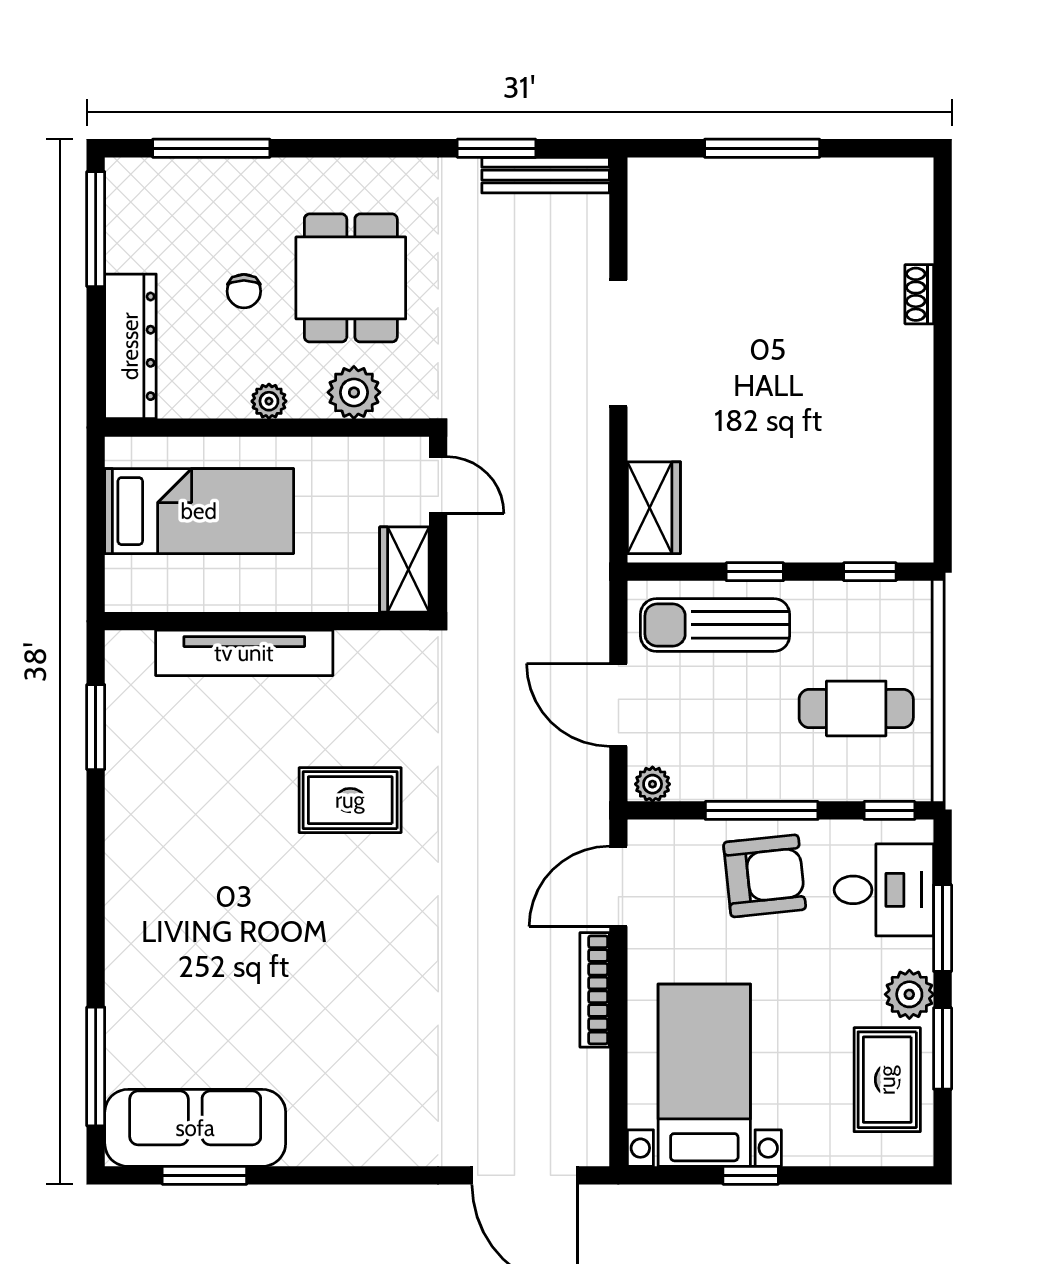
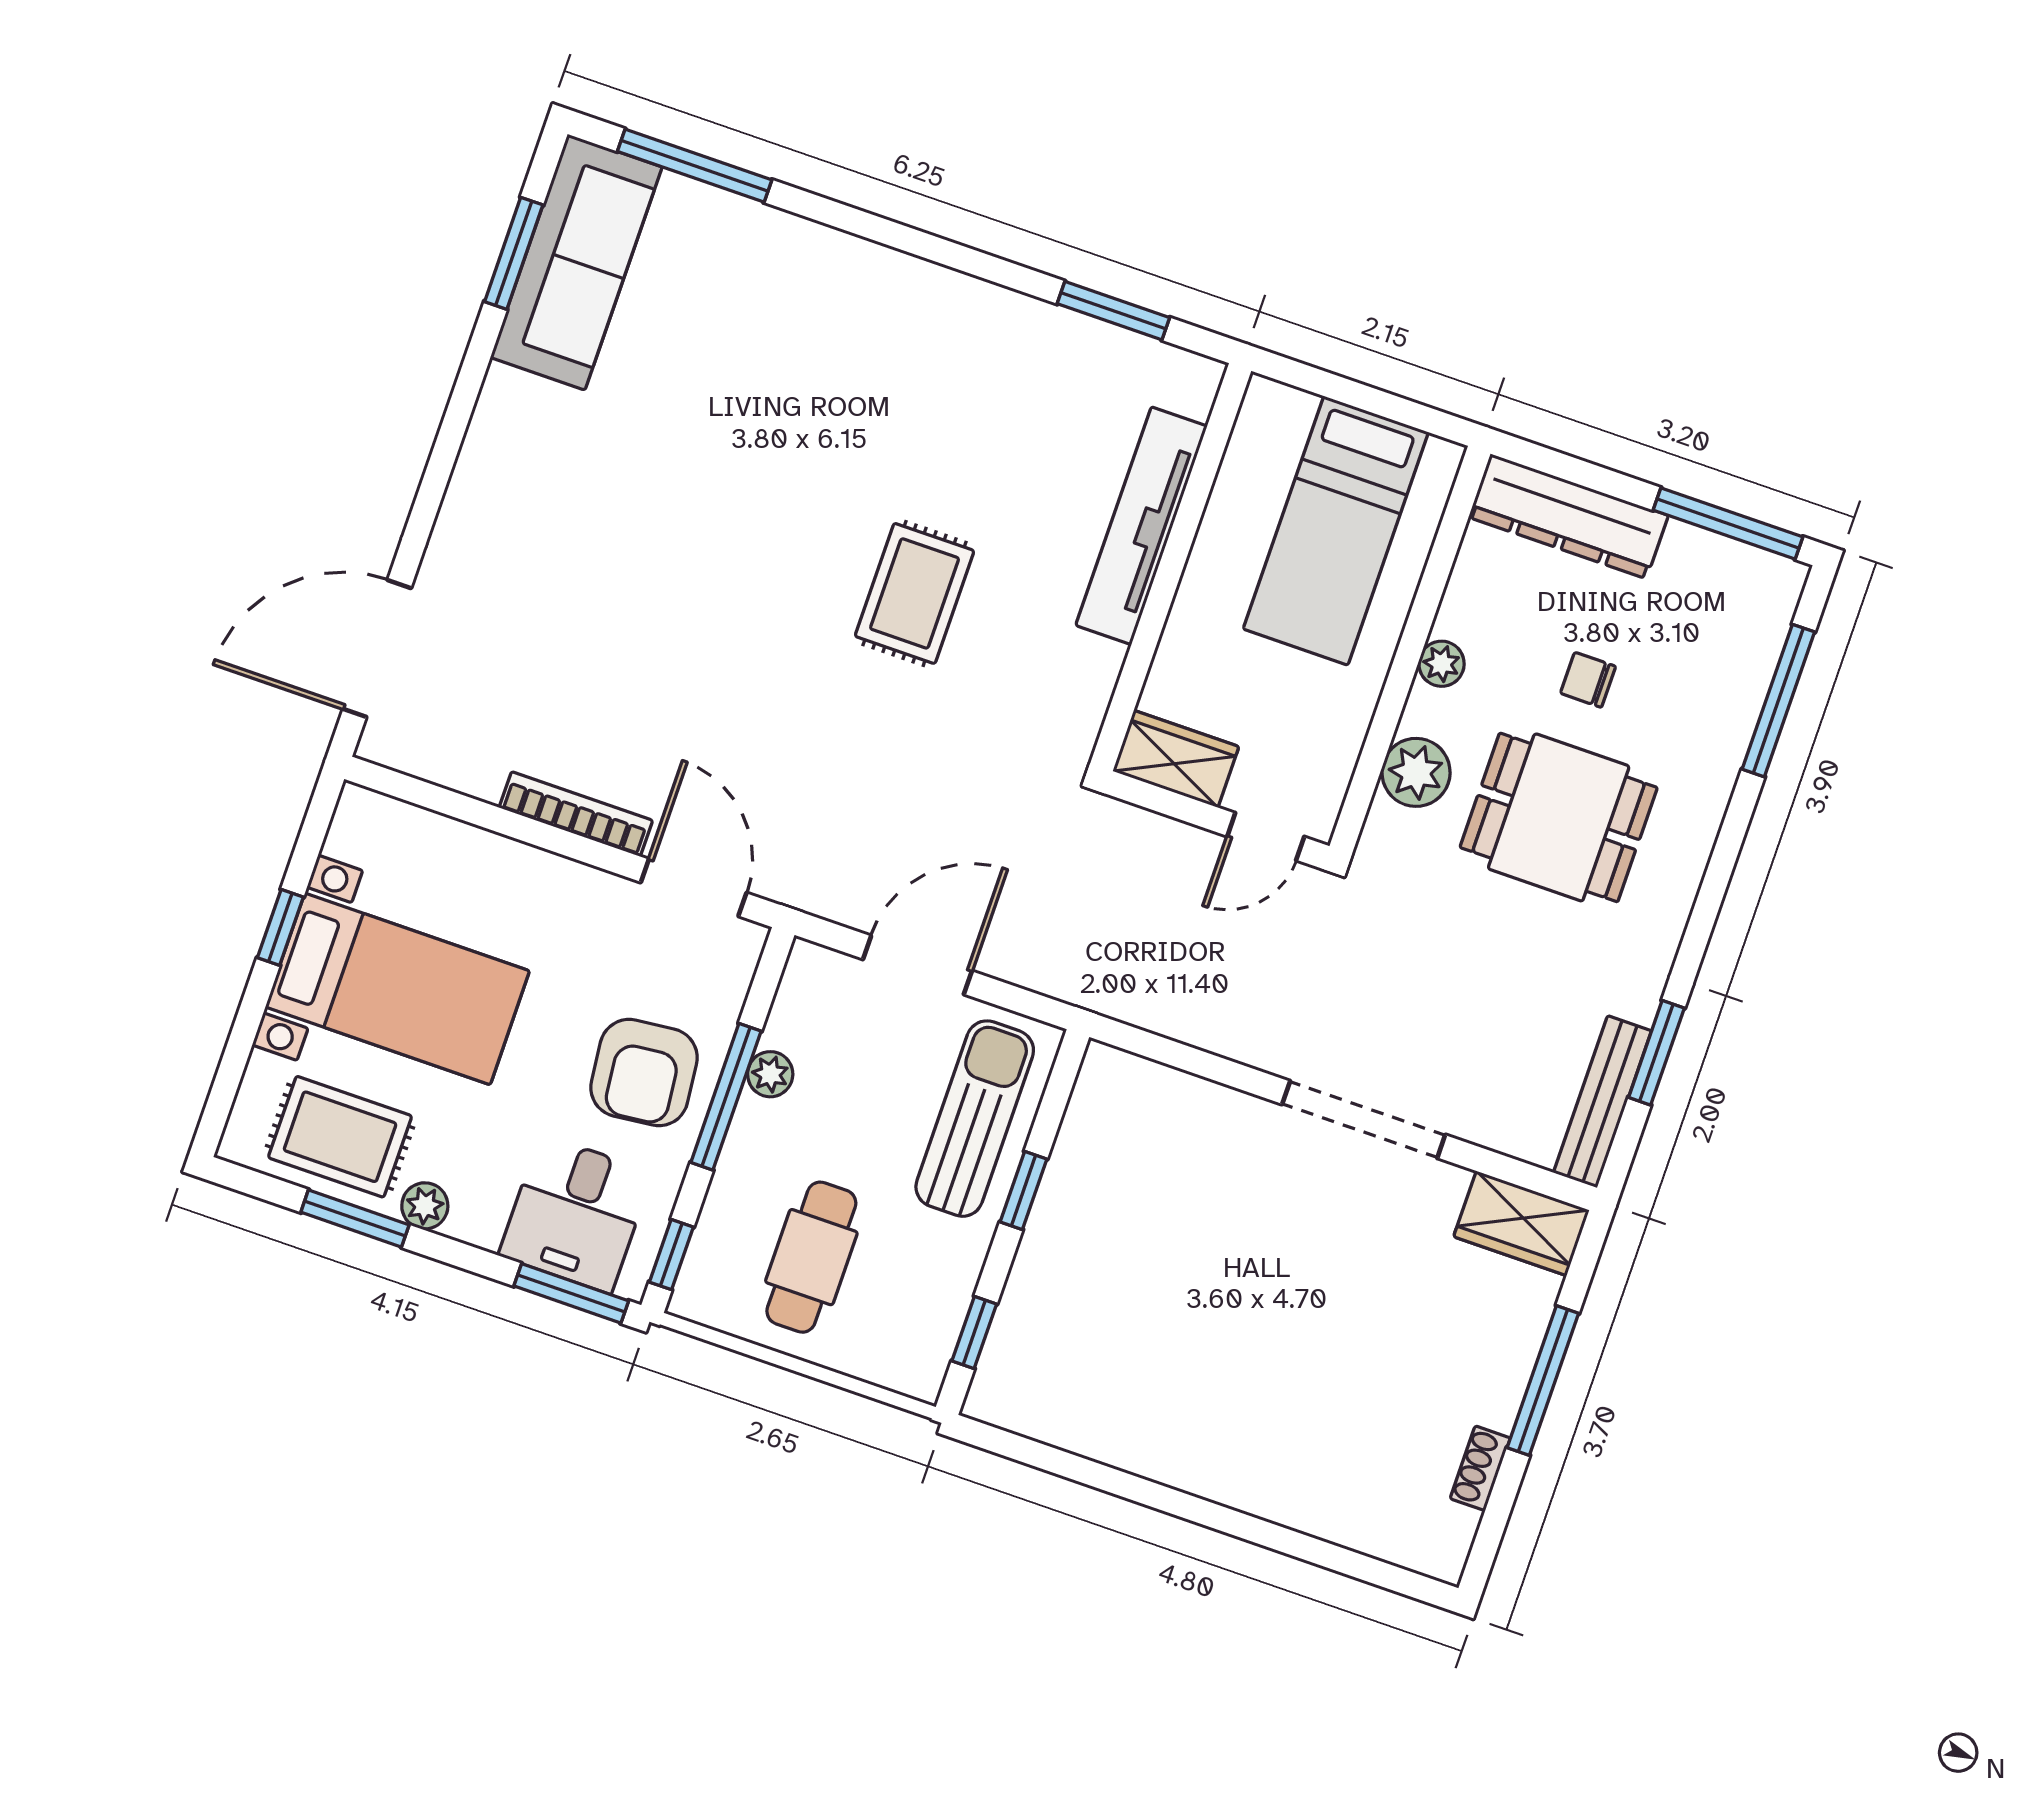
shoe rack: (919, 294) -> (1480, 1468), moved, turned -90
wardrobe: (654, 508) -> (1521, 1223), moved
plant: (653, 784) -> (770, 1074), moved
window: (943, 928) -> (571, 1293), moved
plant: (909, 994) -> (425, 1206), width x0.73, depth x0.73
bed with nightstands: (704, 1075) -> (397, 989), moved

